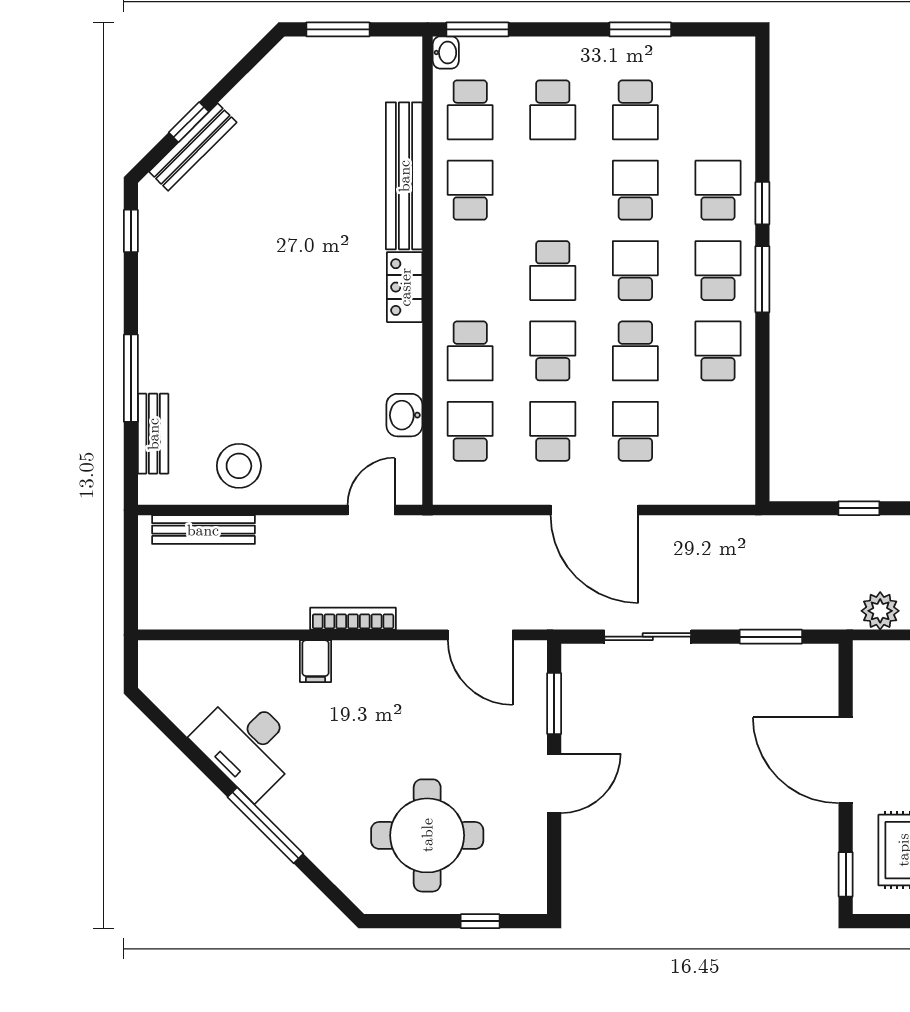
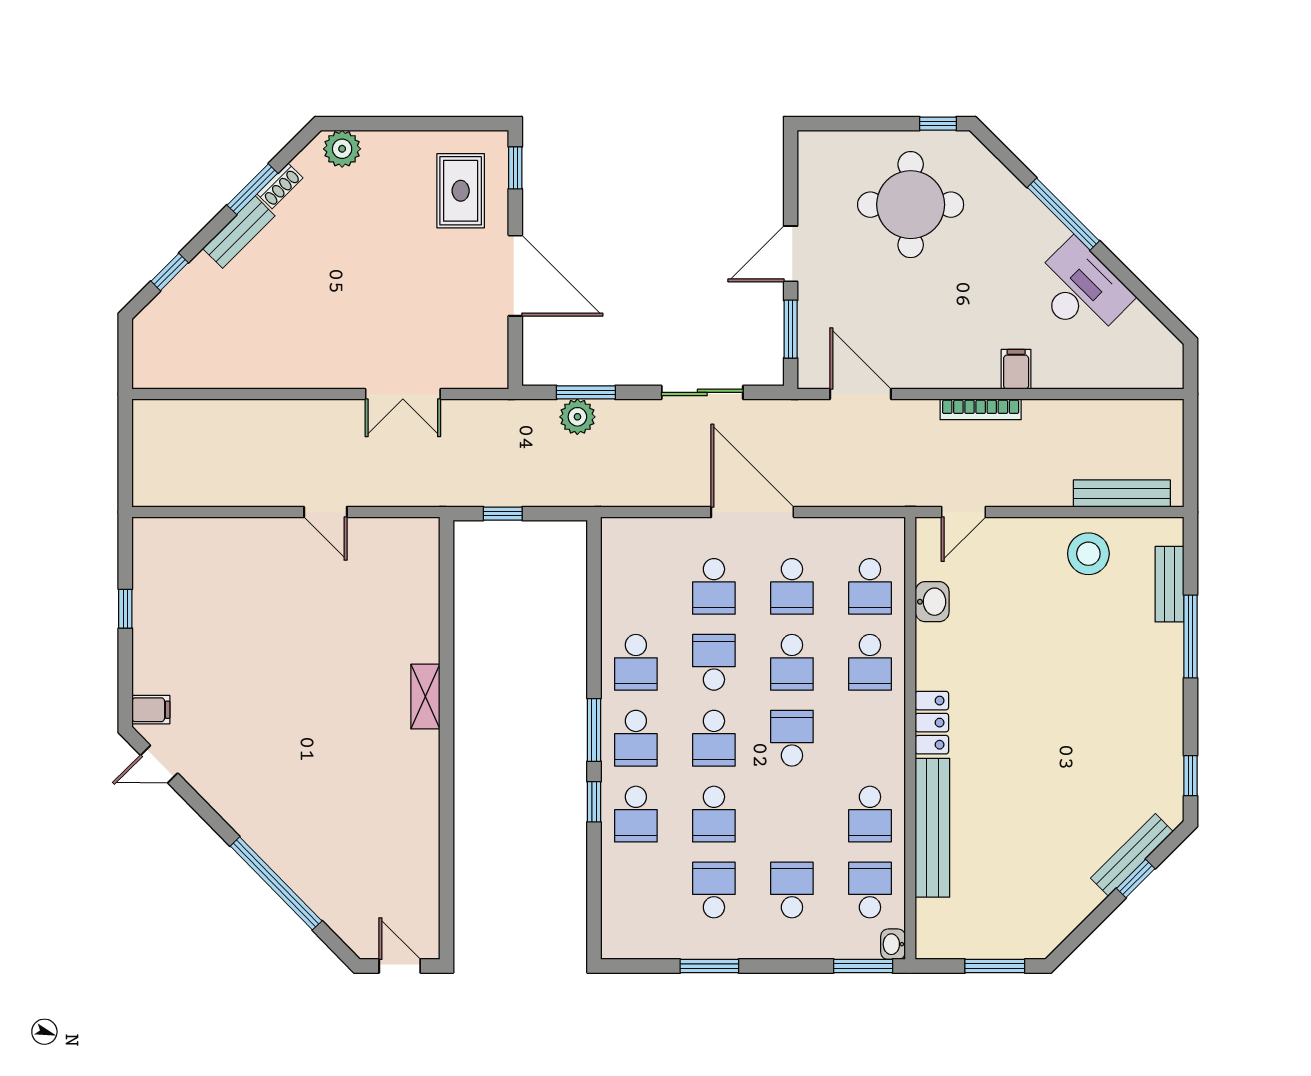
school desk: (470, 351) -> (870, 662), turned 180
plant: (880, 611) -> (577, 417), moved
window: (480, 921) -> (938, 124), moved

